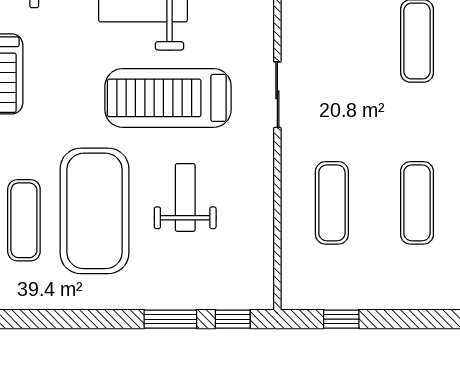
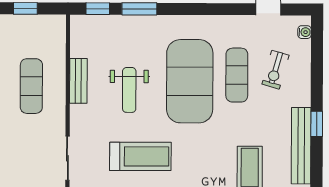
treadmill: (168, 98) -> (140, 156), width x0.73, depth x0.73
bench: (261, 211) -> (78, 81), added

